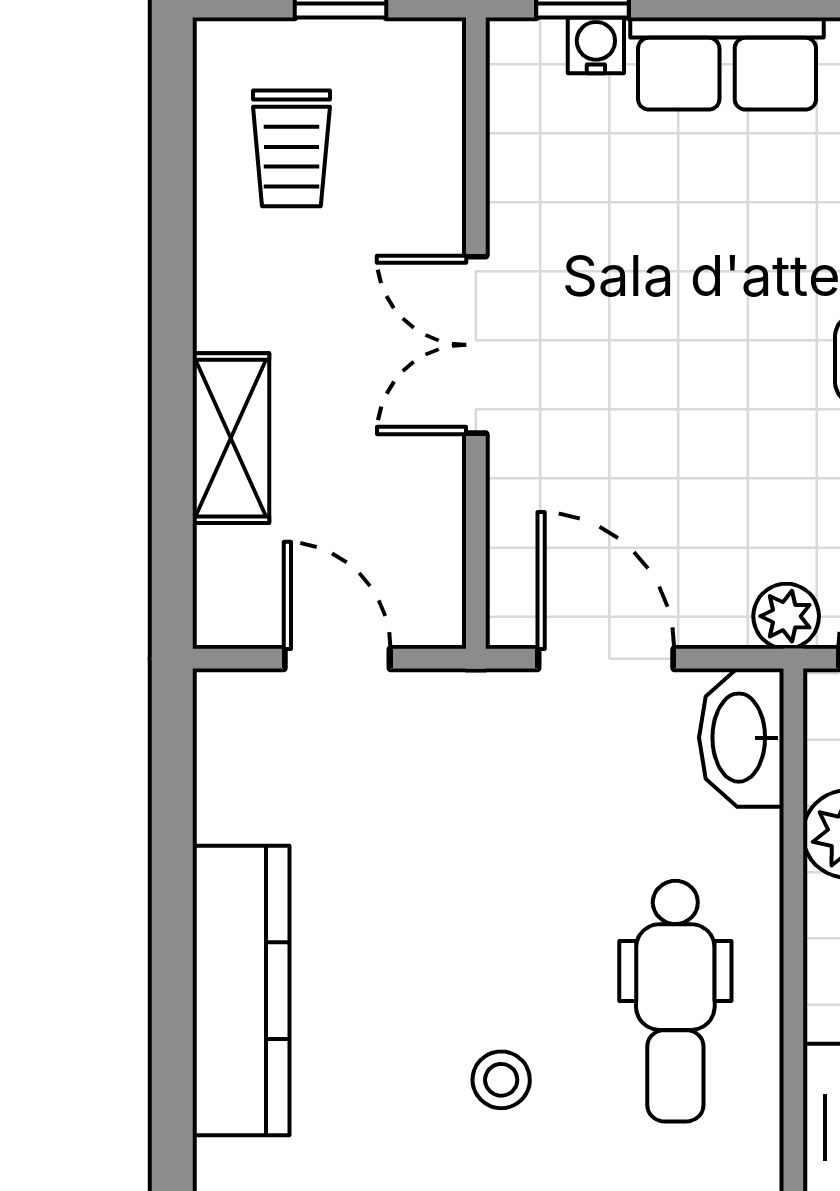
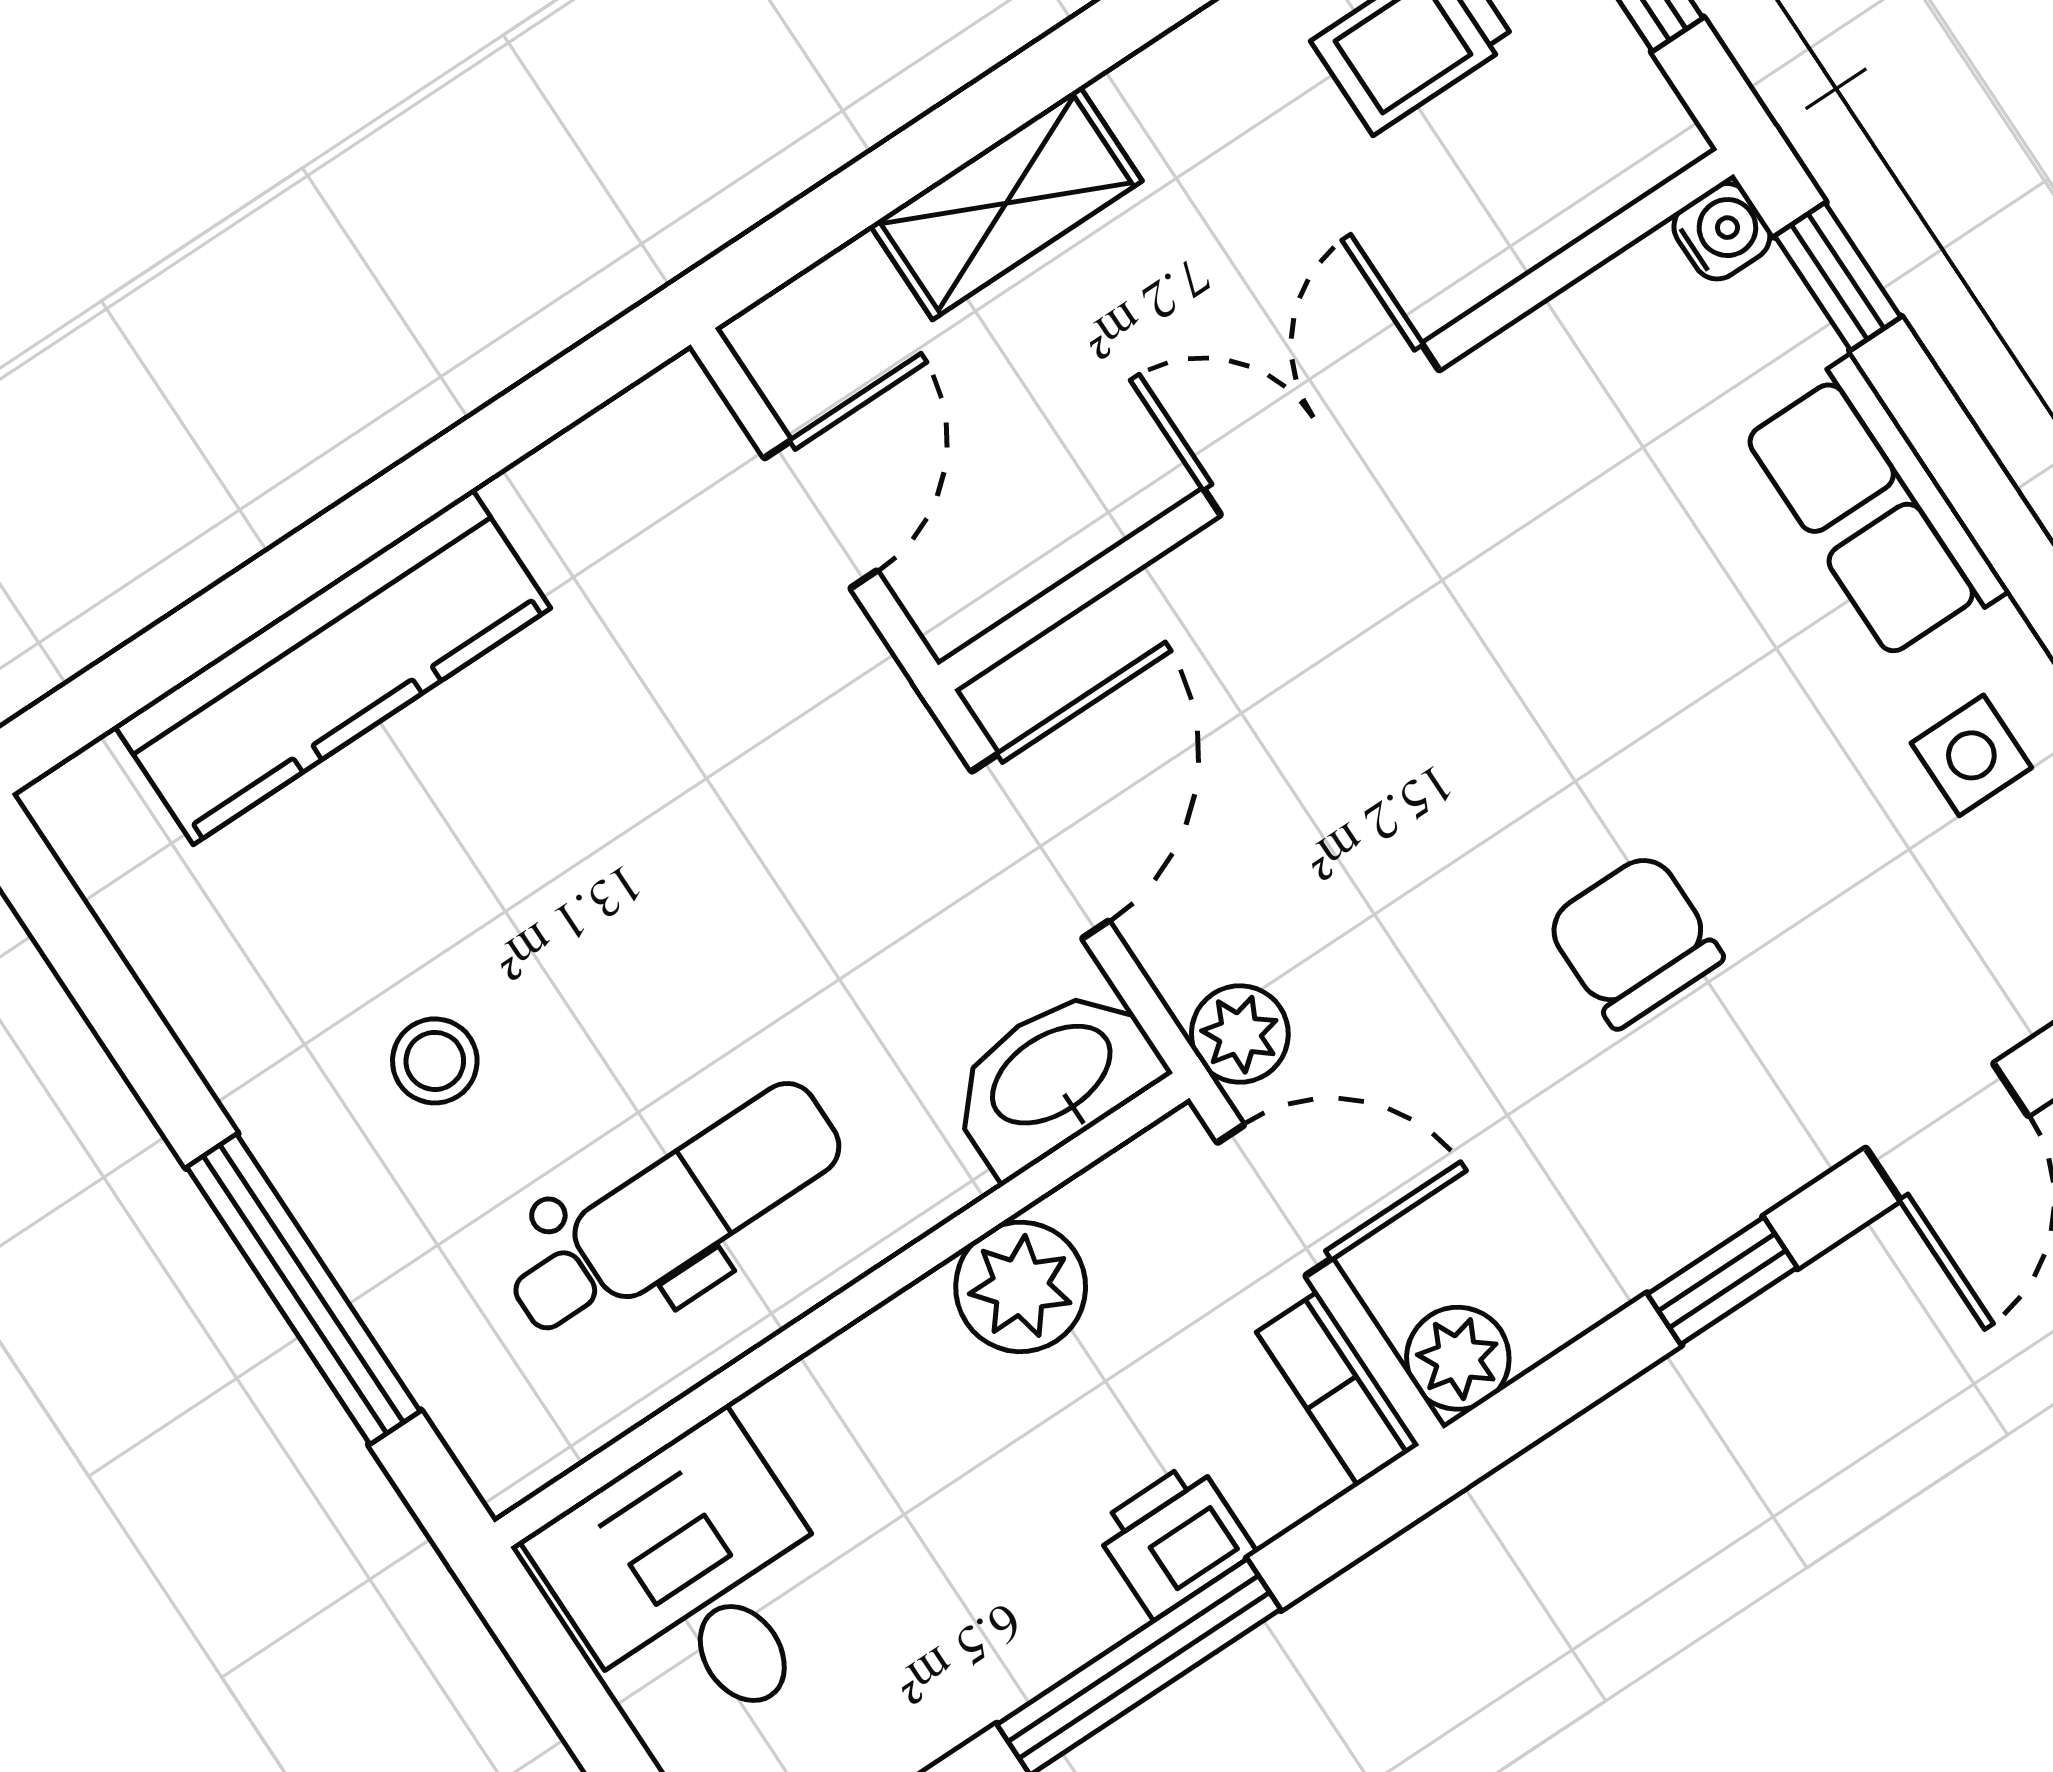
water cooler: (596, 45) -> (1722, 231), moved
dental chair: (675, 1001) -> (674, 1212), turned 180

